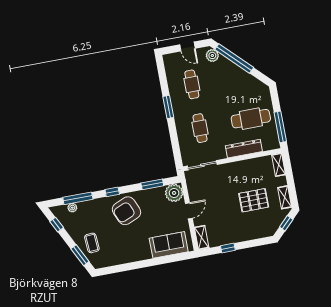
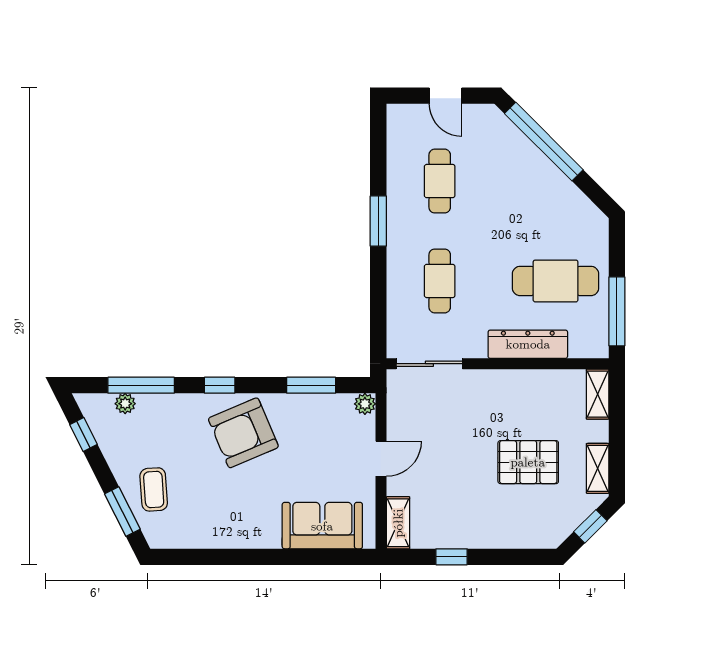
plant: (212, 55) -> (497, 126), removed
plant: (174, 193) -> (365, 404), width x0.53, depth x0.53

